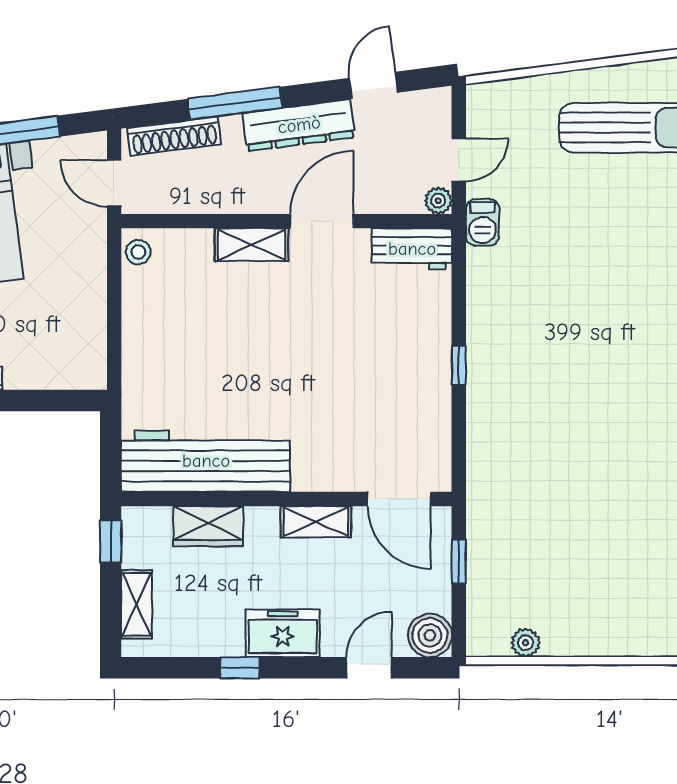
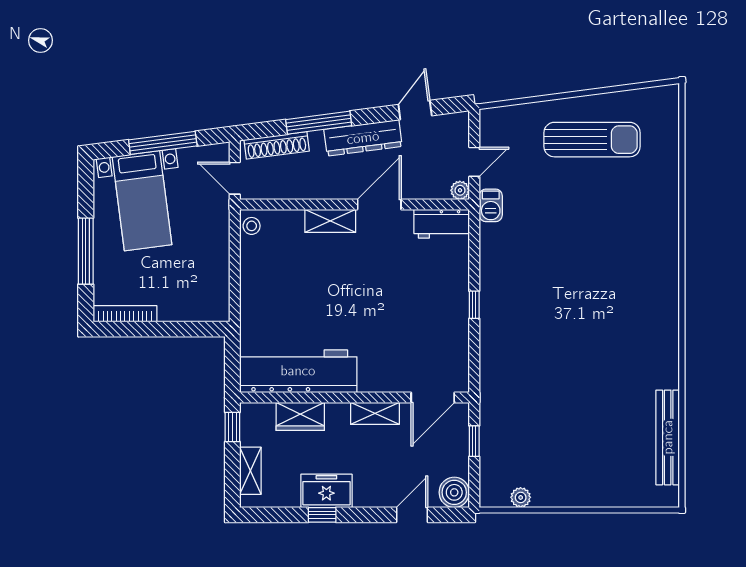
door: (399, 499) -> (433, 398), hinge flipped
freezer: (283, 633) -> (326, 491), moved

